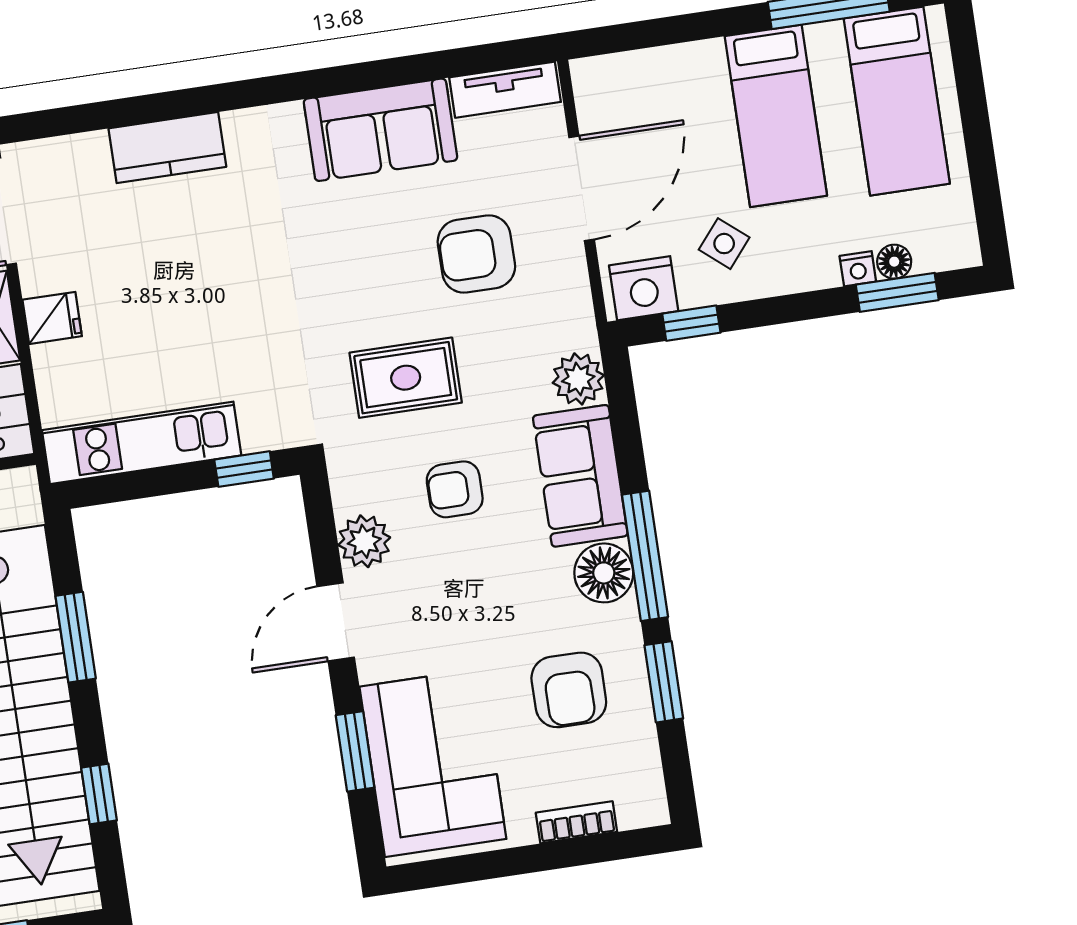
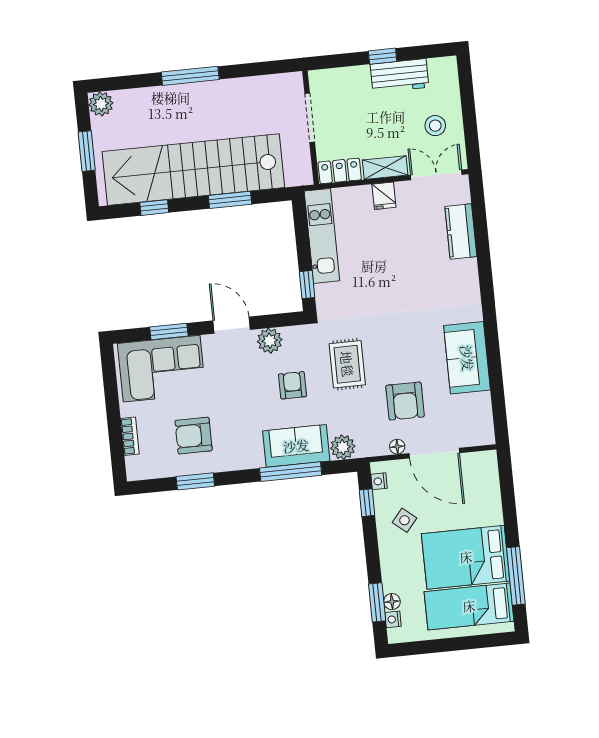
tv unit: (505, 90) -> (483, 418), removed
bed: (776, 116) -> (466, 557), width x1.50
kitchen counter: (167, 148) -> (461, 231), moved
armchair: (476, 254) -> (405, 401), turned 180
nightstand: (858, 269) -> (393, 619), moved
nightstand: (644, 288) -> (379, 481), width x0.53, depth x0.56
window: (645, 556) -> (291, 472), moved
floor lamp: (604, 573) -> (397, 447), moved, width x0.53, depth x0.53

